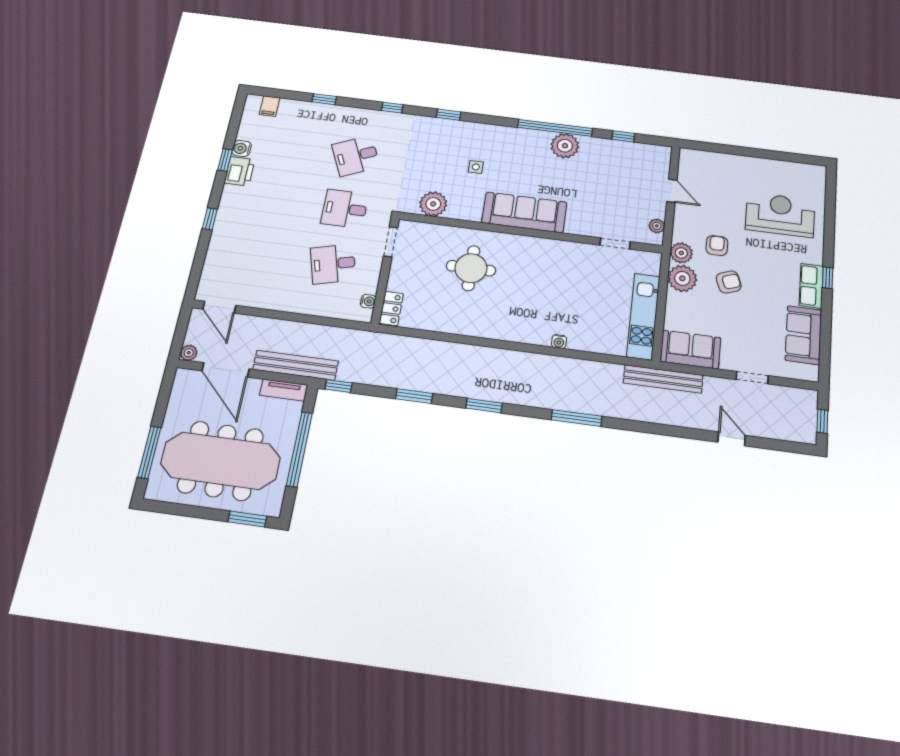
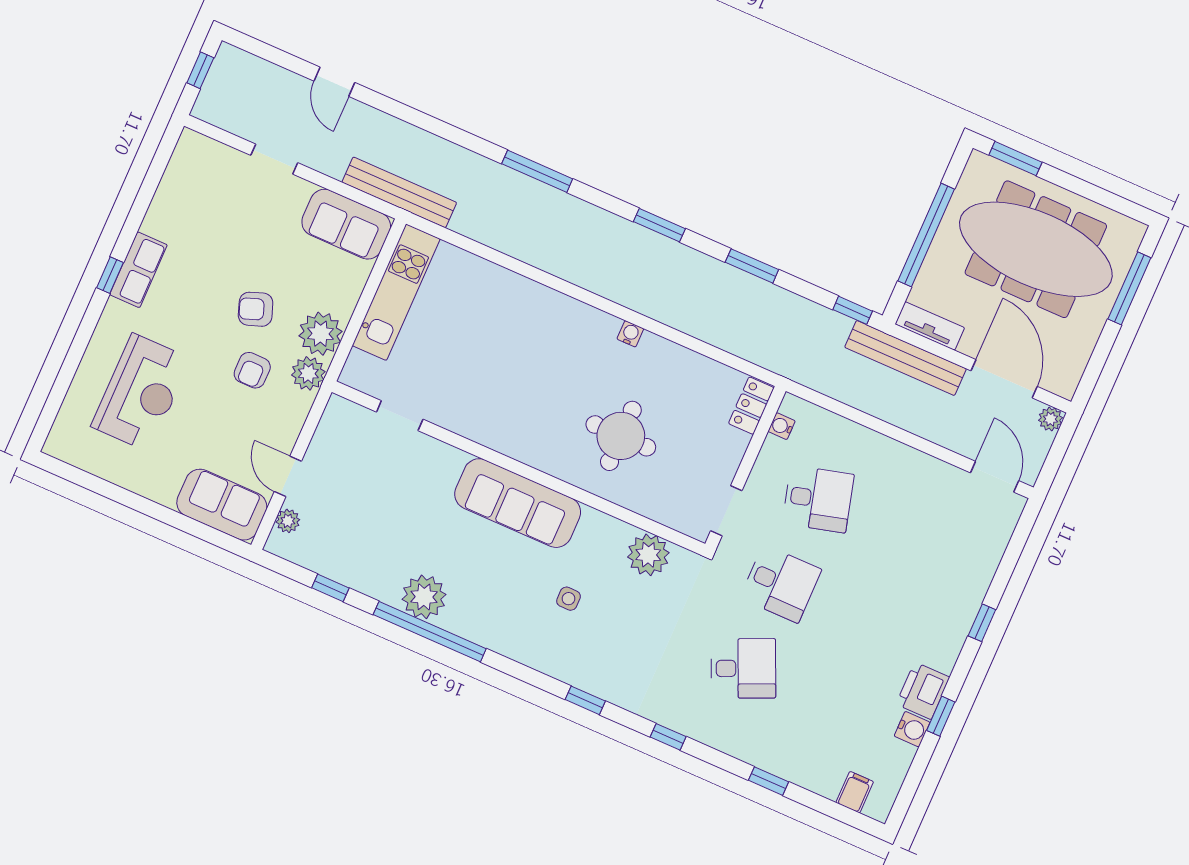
reception desk: (780, 215) -> (141, 392), turned -90
plant: (657, 226) -> (288, 521), moved
sofa: (803, 335) -> (222, 505), moved, turned -90
water cooler: (559, 342) -> (630, 334), moved

